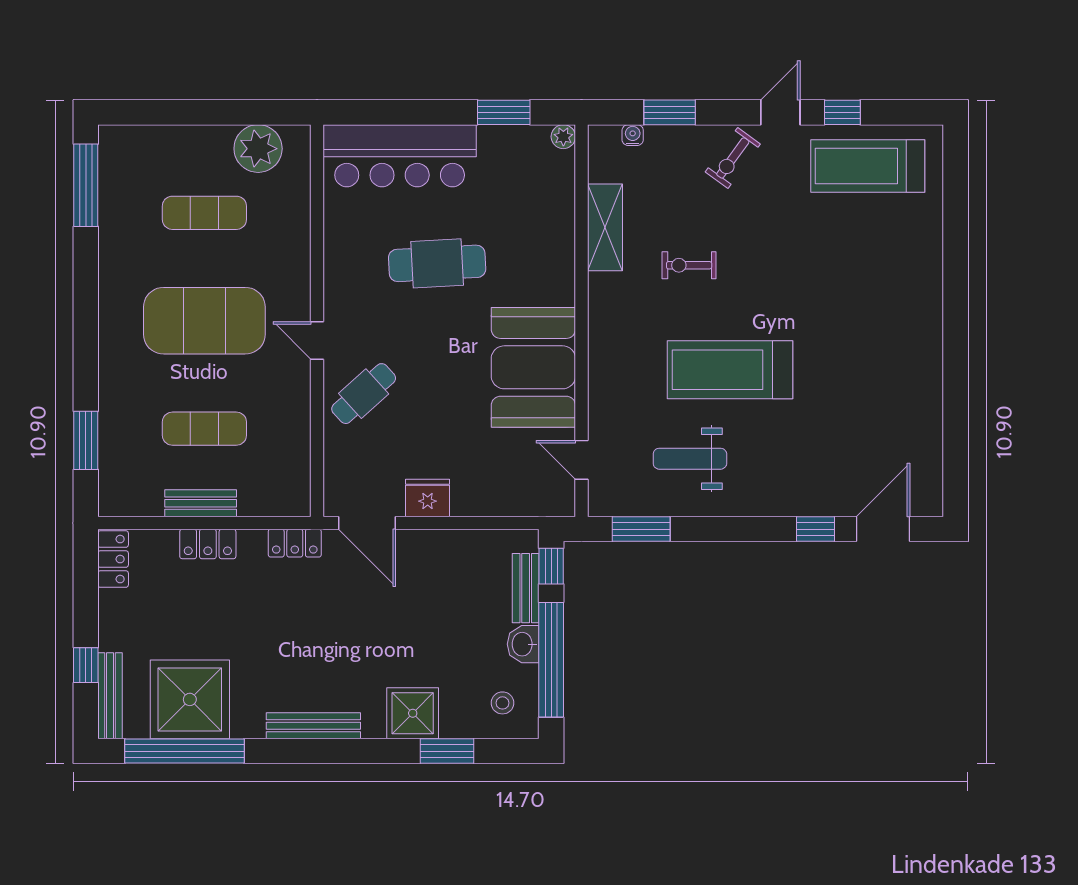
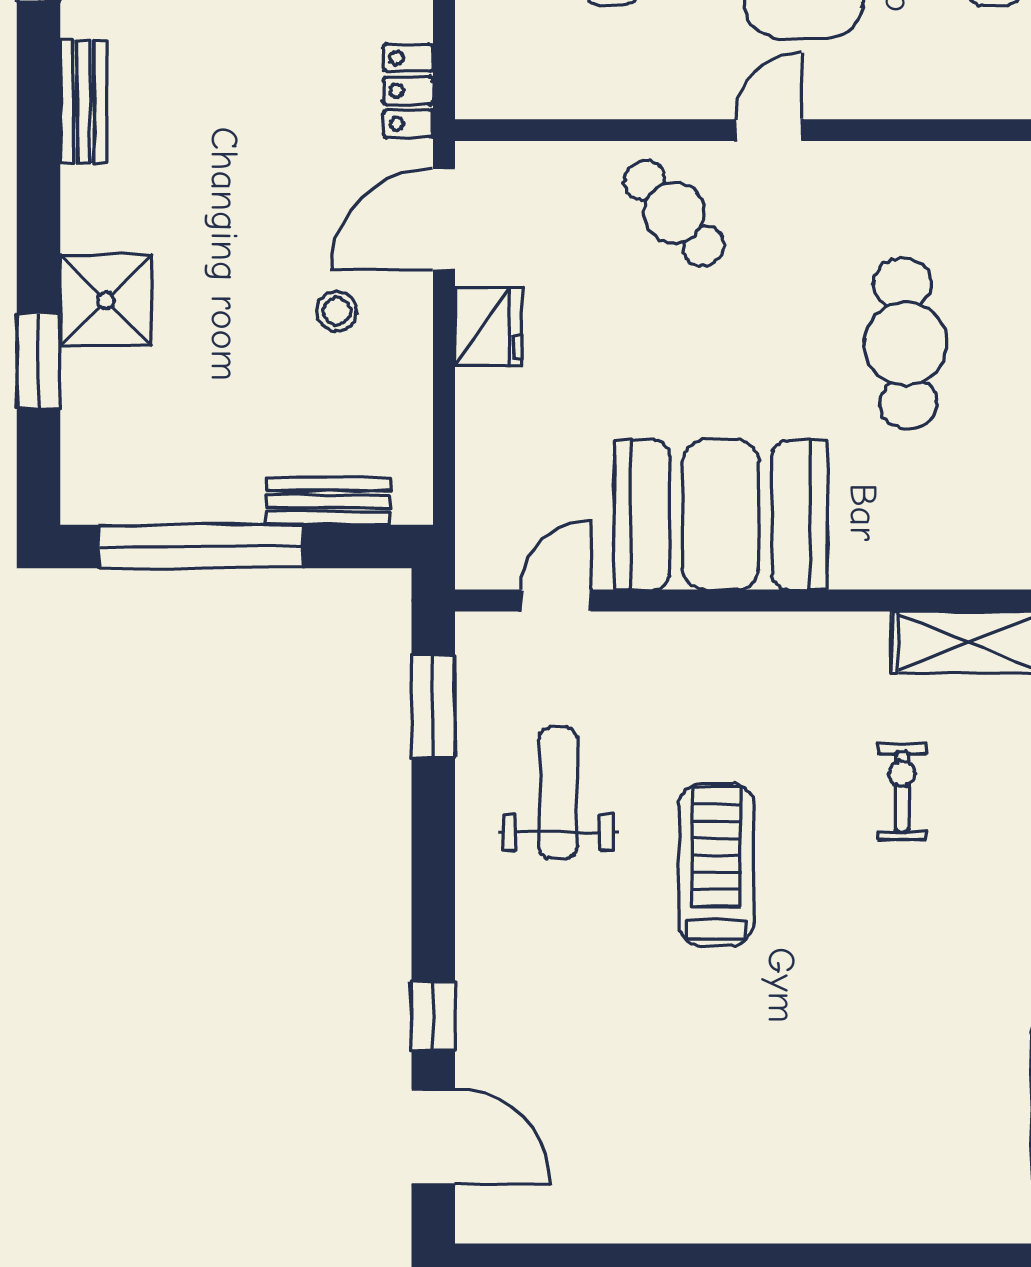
treadmill: (730, 370) -> (716, 864), width x0.73, depth x0.73
window: (551, 566) -> (367, 546), removed
washbasin: (523, 644) -> (229, 497), removed
stool: (502, 703) -> (337, 311), moved
bench: (313, 726) -> (84, 102), width x0.73

